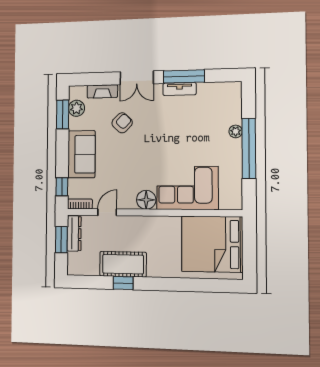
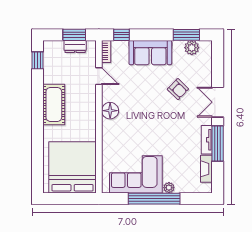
fireplace: (102, 91) -> (206, 169), moved
corner sofa: (187, 188) -> (136, 174), moved, turned -90
dresser: (74, 233) -> (75, 46), width x0.70
cot: (123, 264) -> (54, 104), moved
window: (123, 283) -> (38, 60), moved

